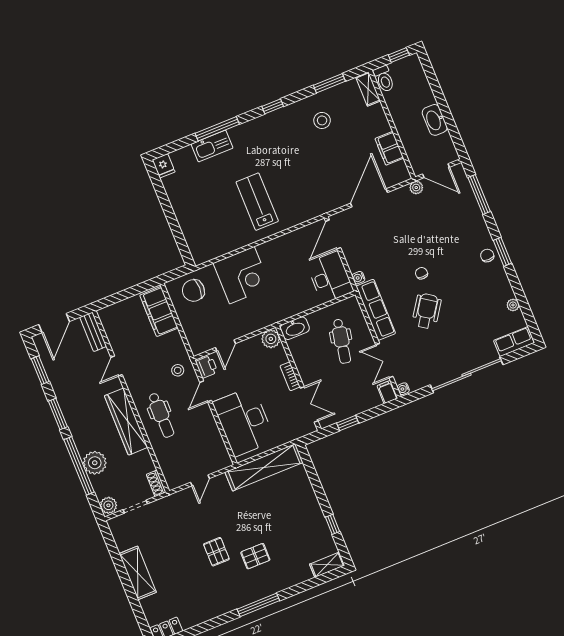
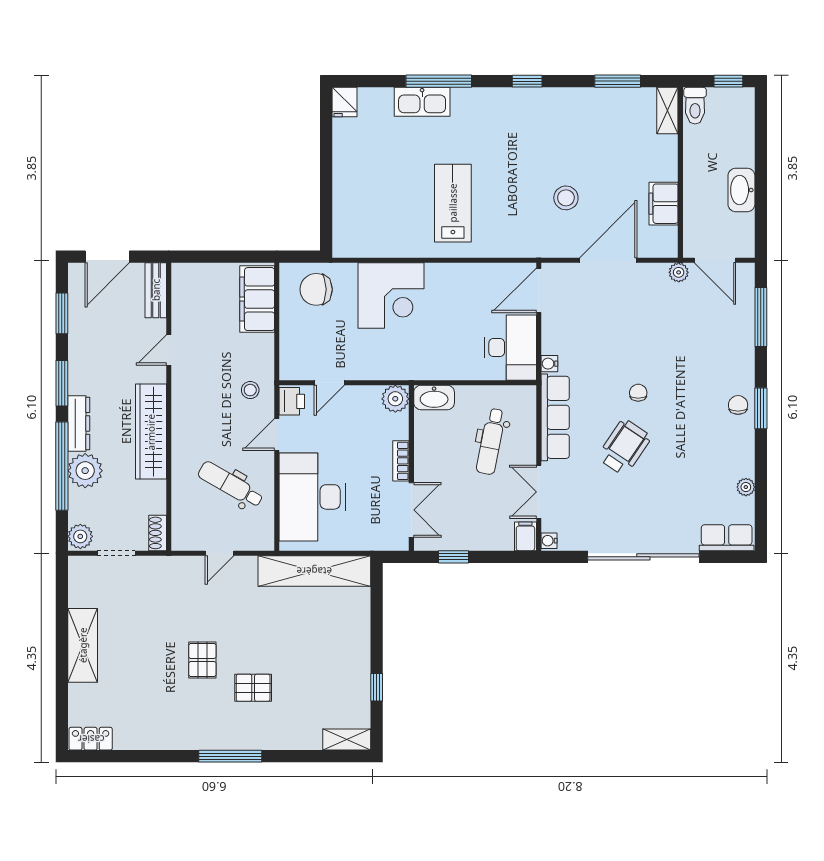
stool: (322, 120) -> (566, 198), moved
dental chair: (161, 415) -> (231, 485), moved, turned 120
dresser: (79, 435) -> (79, 423), added

